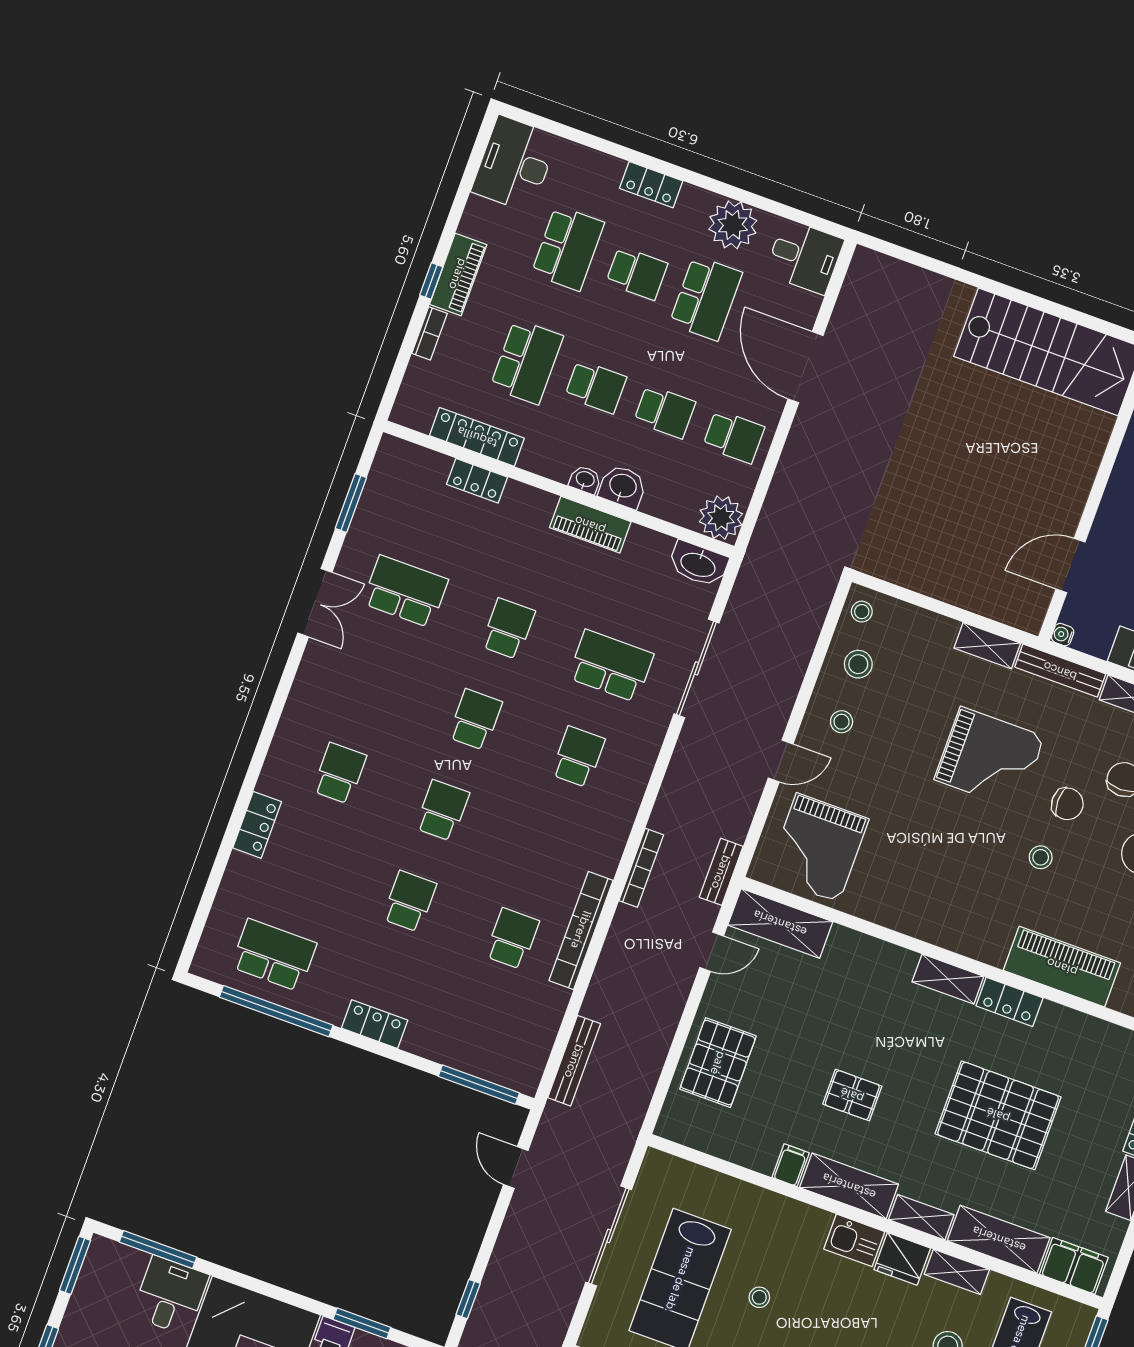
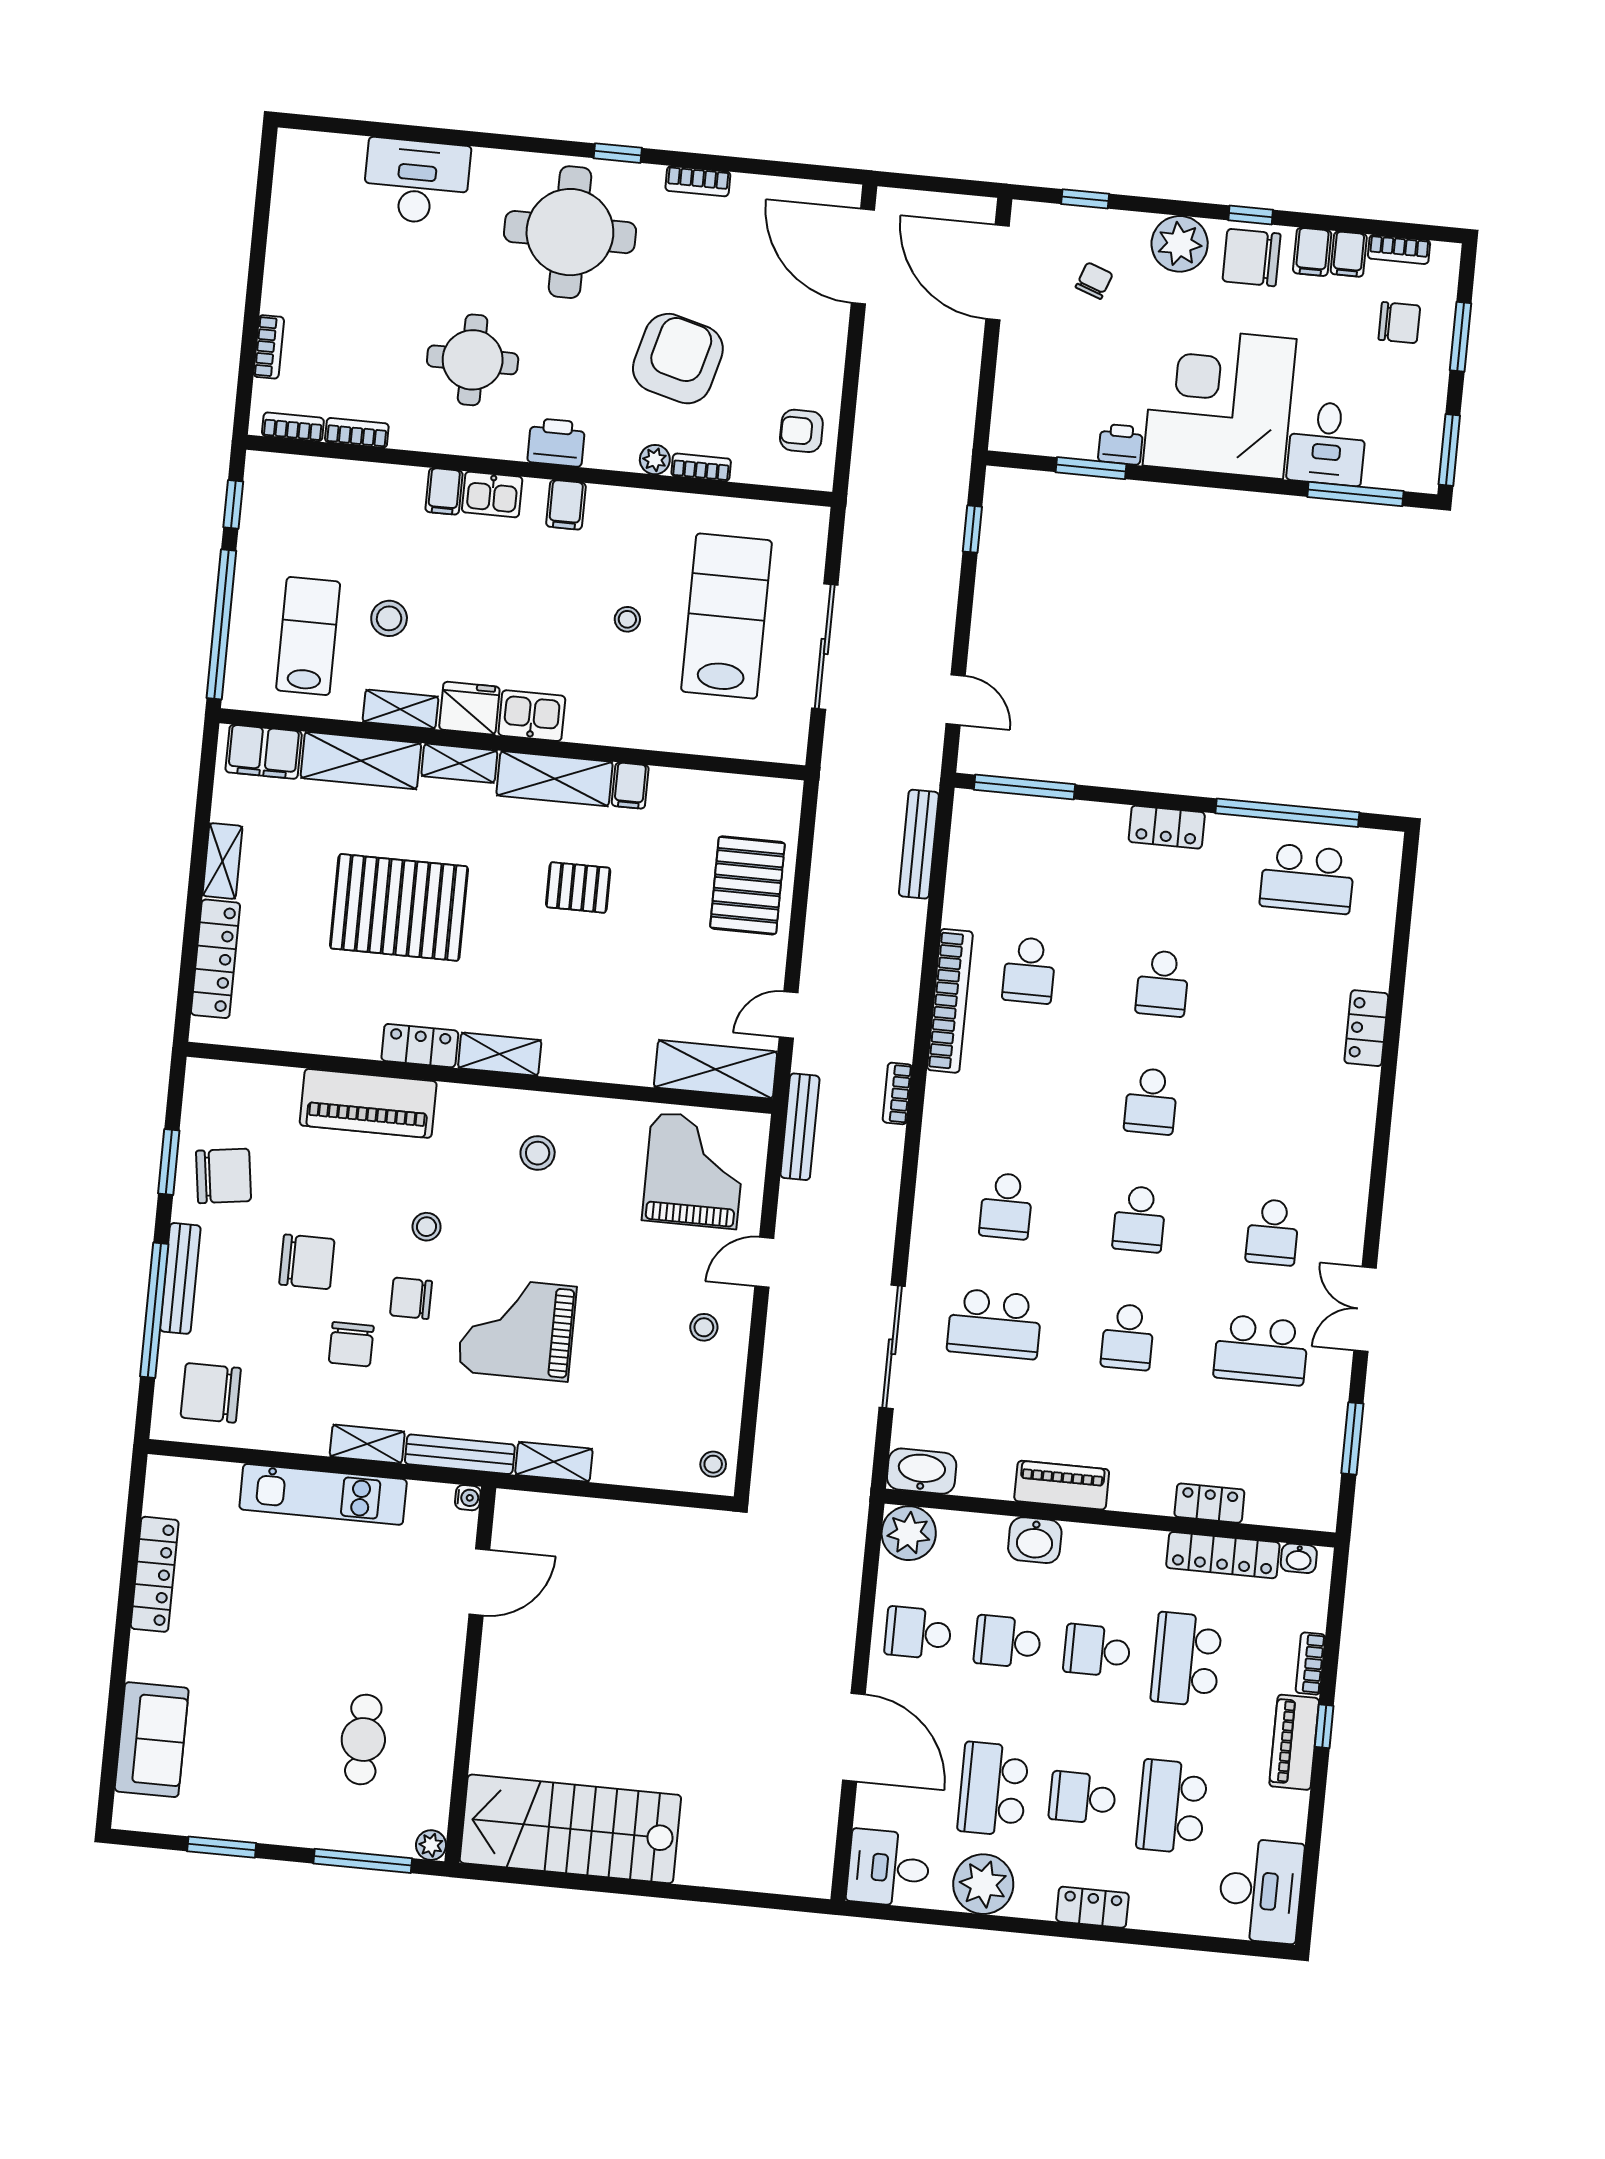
washbasin: (585, 480) -> (1299, 1558), moved
stool: (858, 664) -> (538, 1153), moved
school desk: (340, 773) -> (1273, 1232), moved
bookcase: (641, 868) -> (897, 1093), width x0.64
bench: (721, 872) -> (800, 1127), width x1.36

